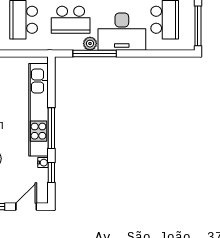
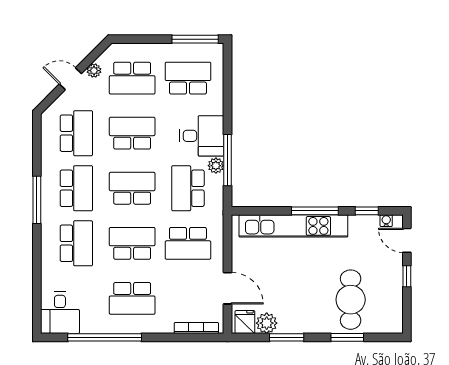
school desk: (71, 20) -> (188, 188), turned 180
desk: (122, 32) -> (202, 136), width x0.73
water cooler: (43, 163) -> (386, 221), moved

